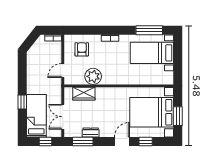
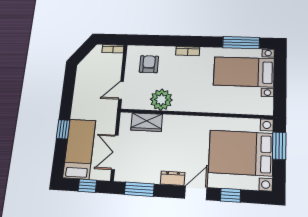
window: (178, 116) -> (279, 146), moved
dresser: (91, 133) -> (173, 178), moved

